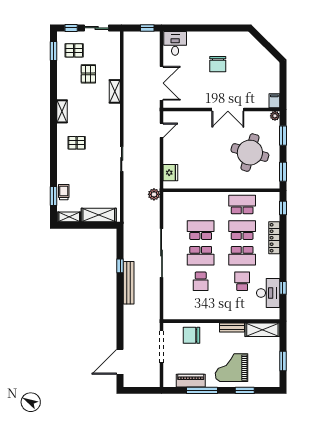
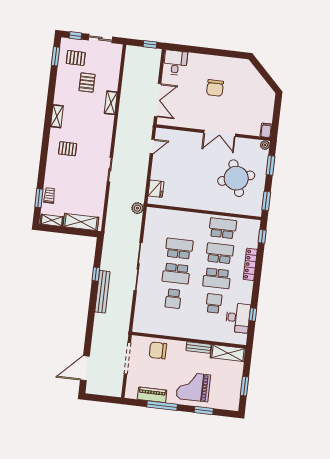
round table: (250, 153) -> (236, 178), turned -34

